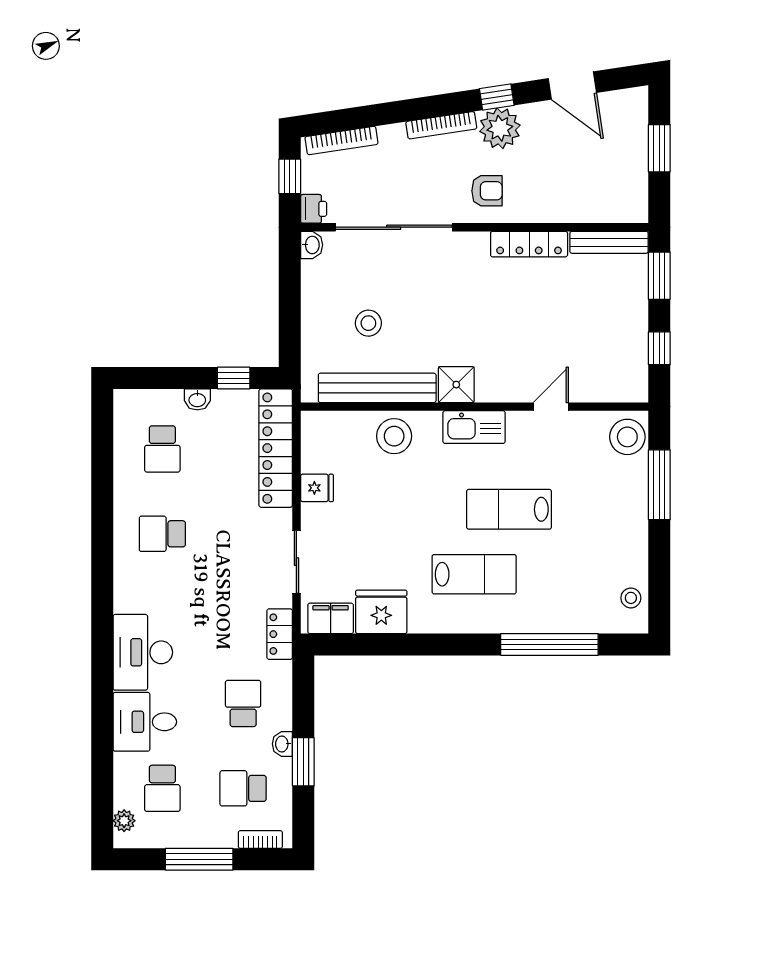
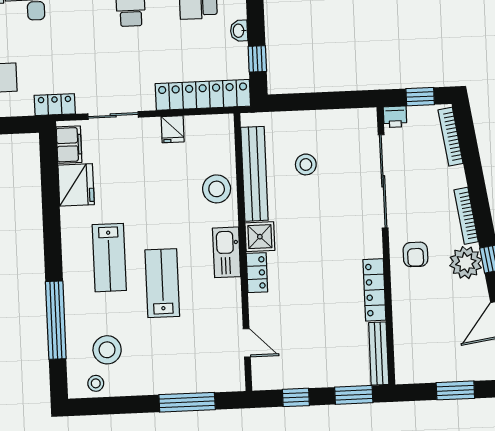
washbasin: (312, 245) -> (366, 116), removed
locker: (501, 390) -> (257, 273), added
door: (551, 407) -> (247, 343), moved
stool: (627, 437) -> (107, 350), moved

